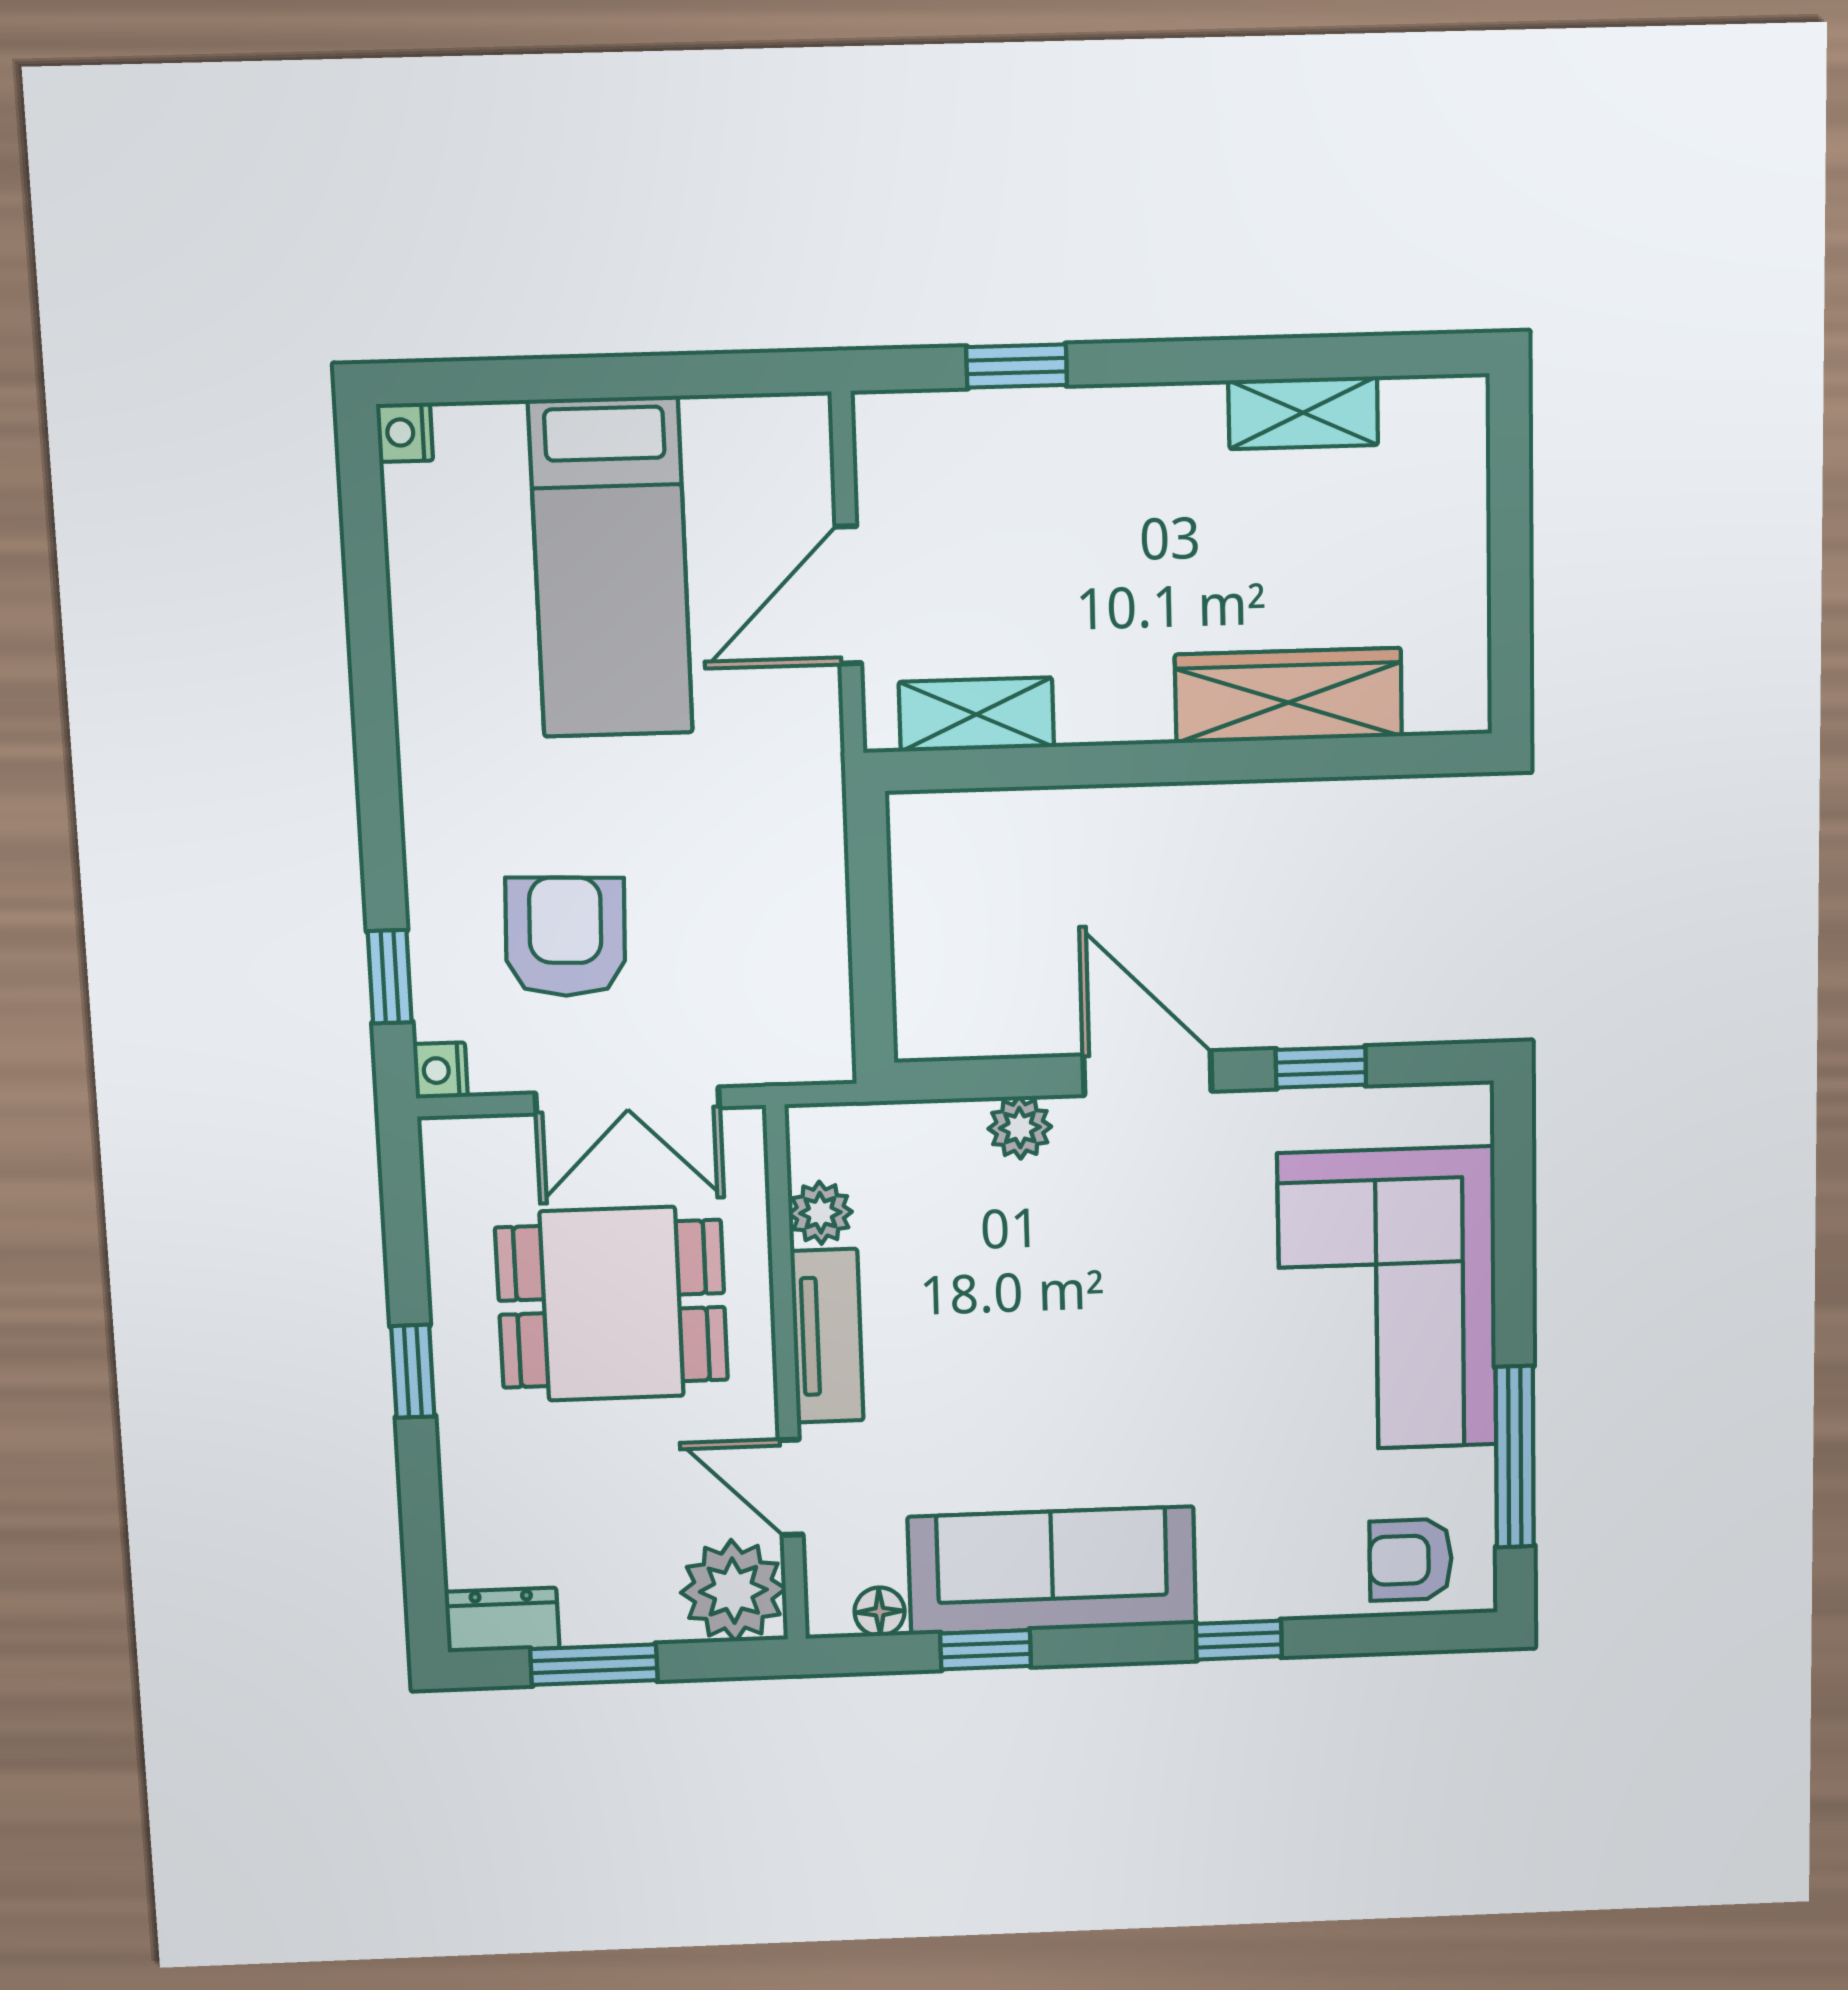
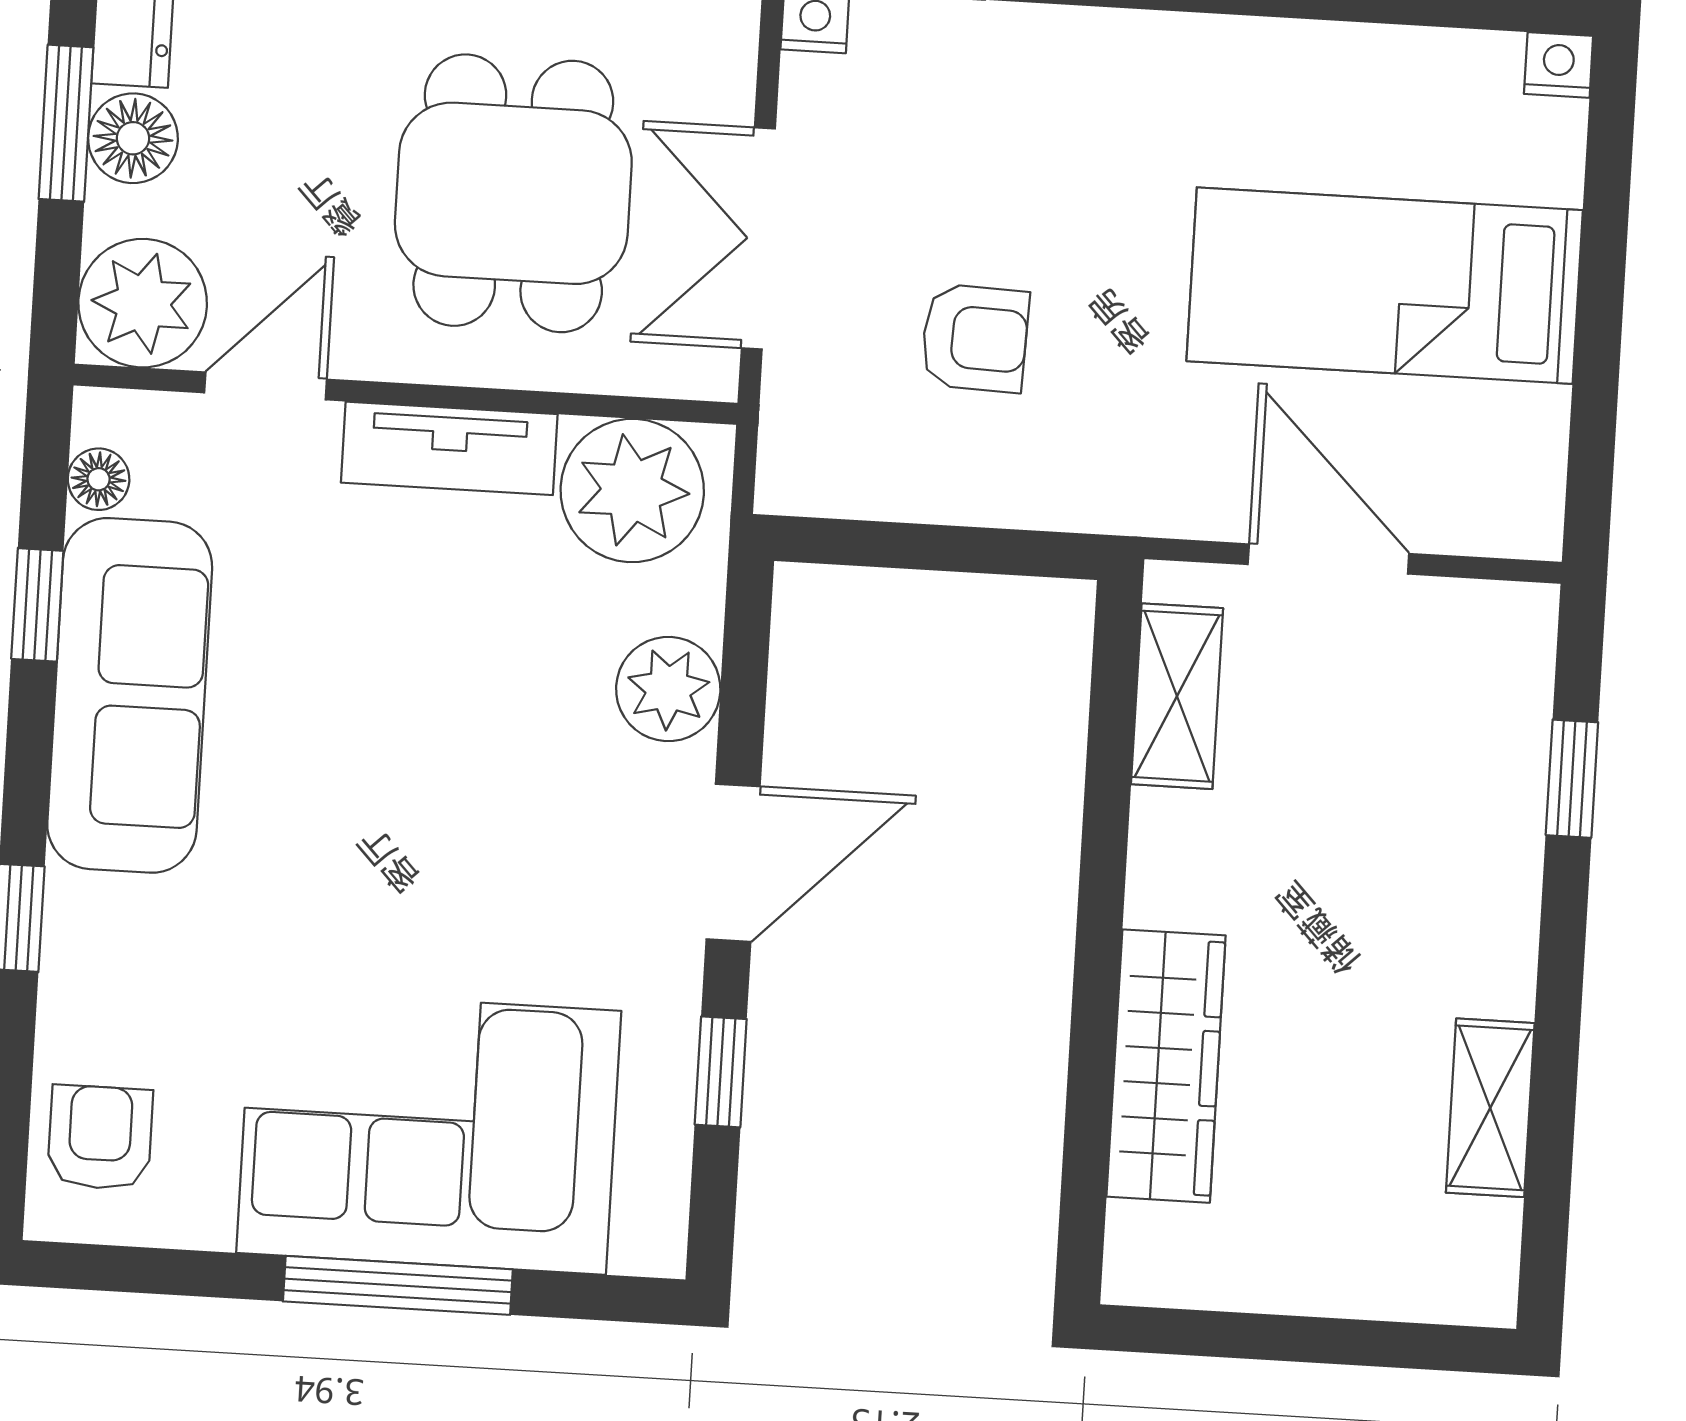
armchair: (565, 937) -> (975, 338), moved, width x0.72, depth x0.72
plant: (1020, 1128) -> (668, 689), width x1.38, depth x1.38
plant: (820, 1213) -> (632, 491), width x1.88, depth x1.88
window: (1515, 1457) -> (398, 1285), moved
floor lamp: (600, 1611) -> (133, 138), added

